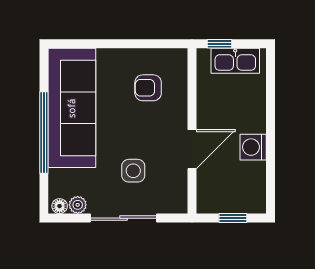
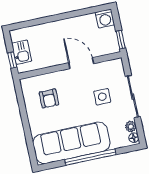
kitchen sink: (235, 61) -> (22, 52), width x0.73
washing machine: (253, 147) -> (105, 19), moved
window: (233, 218) -> (121, 40), moved

